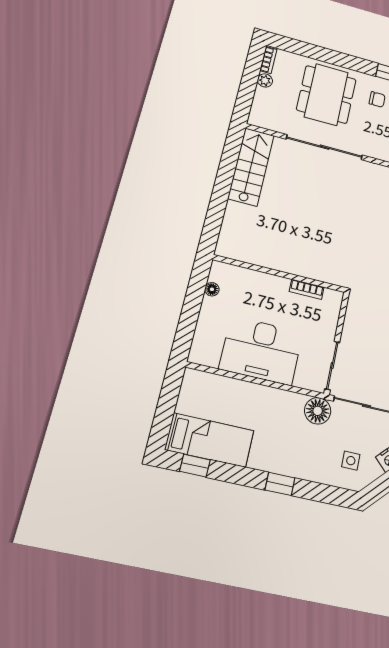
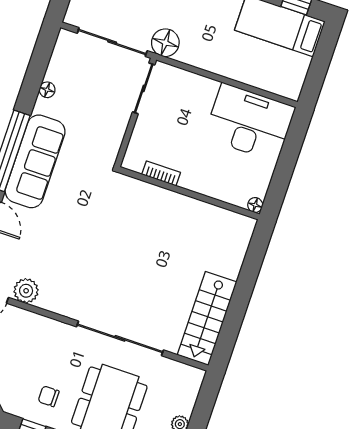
floor lamp: (212, 289) -> (255, 205), moved
desk: (261, 350) -> (250, 122), moved

